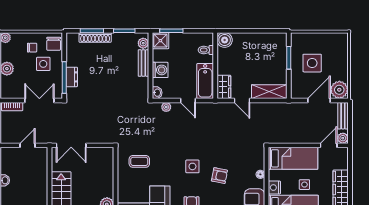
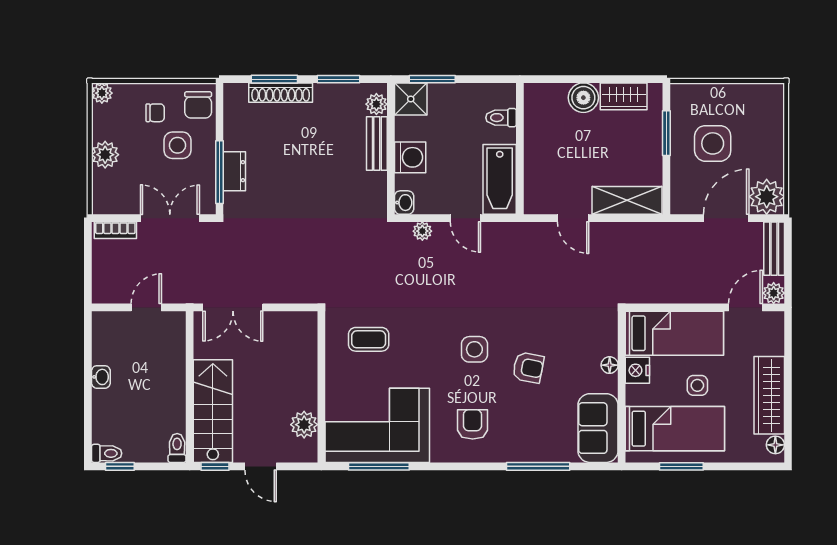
boiler: (225, 40) -> (583, 98), moved
wardrobe: (224, 87) -> (624, 96), moved, turned 90
nightstand: (274, 188) -> (637, 370), moved

